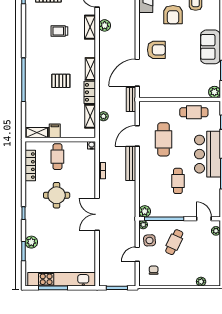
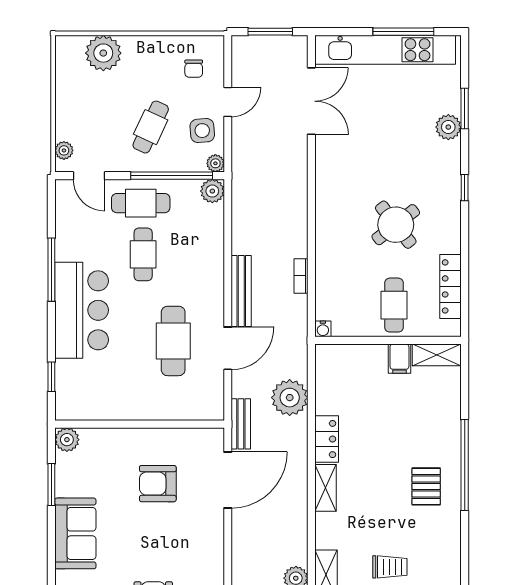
armchair: (156, 50) -> (158, 484), moved
pallet: (61, 81) -> (426, 486), moved, turned 90
cafe table: (194, 112) -> (141, 203), moved
shelving: (90, 116) -> (326, 389), removed
plant: (103, 116) -> (290, 398), width x1.87, depth x1.87
round table: (57, 195) -> (396, 225), turned -38
double door: (97, 214) -> (311, 101), moved
plant: (201, 282) -> (103, 53), width x1.88, depth x1.88

